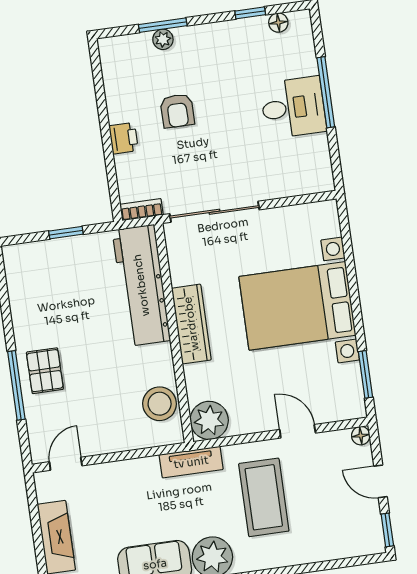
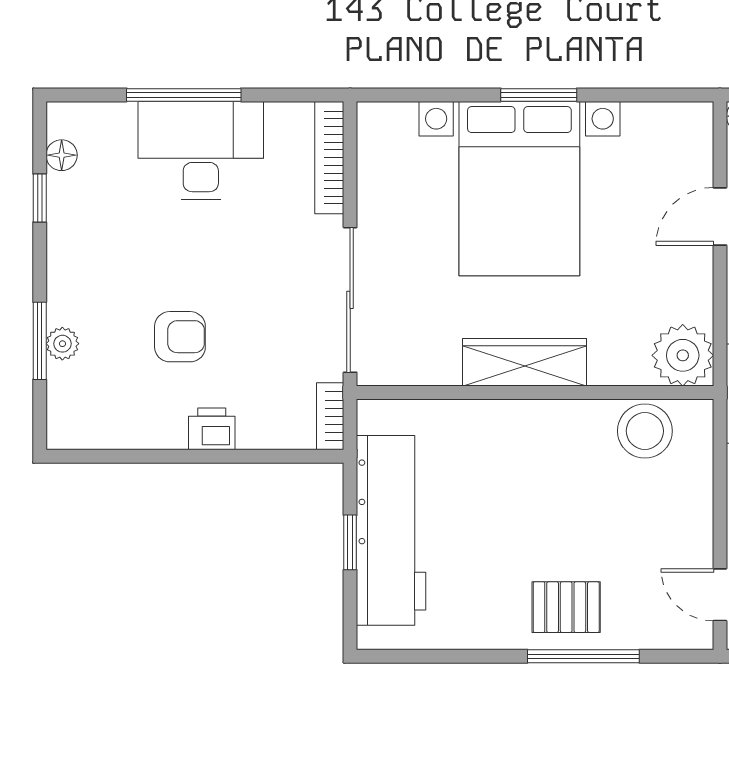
desk: (293, 107) -> (201, 150), width x1.37
bookcase: (300, 187) -> (329, 158), added
workbench: (141, 285) -> (391, 530), moved, turned -90
window: (365, 374) -> (539, 95), moved

